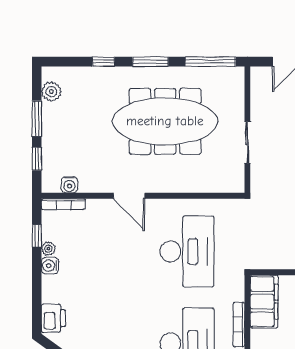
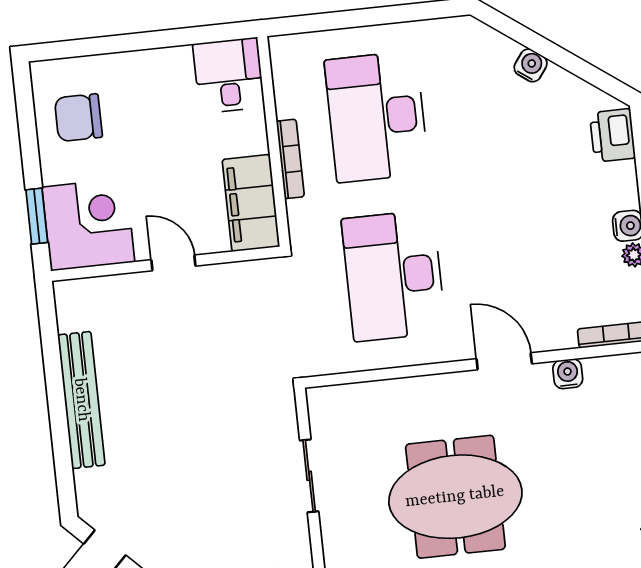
meeting table: (165, 121) -> (455, 497), width x0.73
water cooler: (70, 185) -> (568, 374), moved

